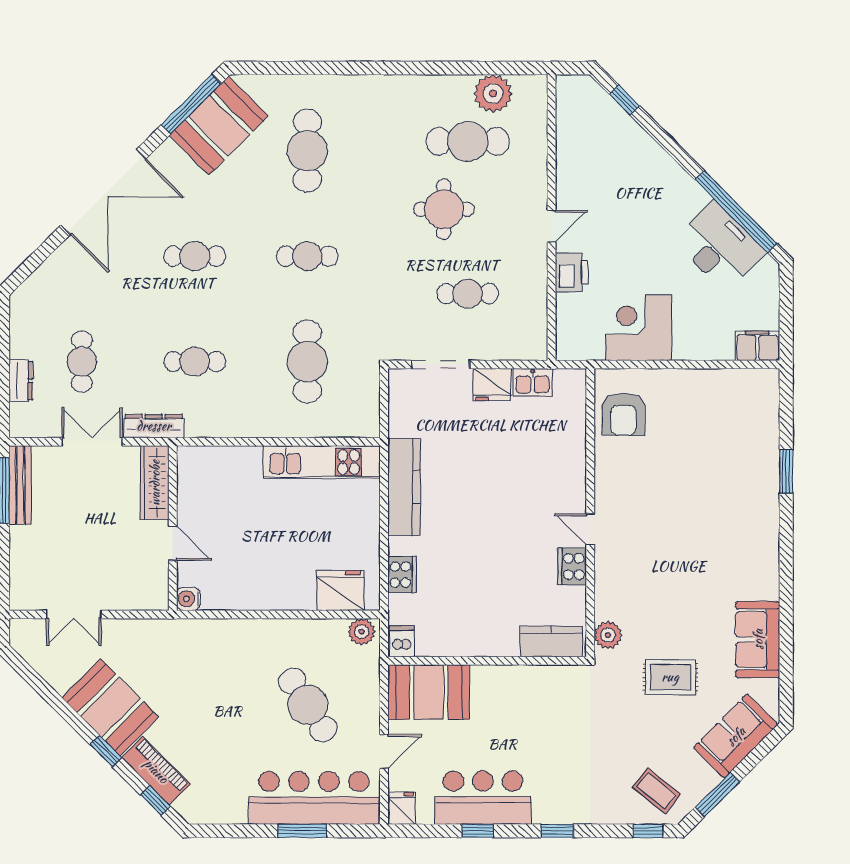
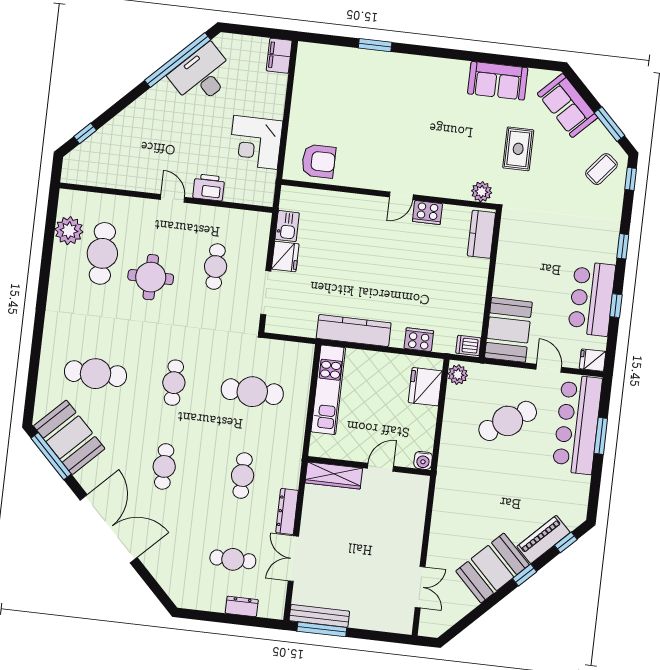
wardrobe: (155, 483) -> (334, 475), moved
wall: (173, 528) -> (369, 466), moved
door: (173, 543) -> (380, 467), moved
water cooler: (188, 599) -> (423, 460), moved

